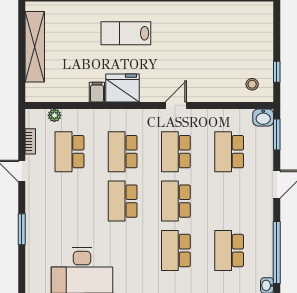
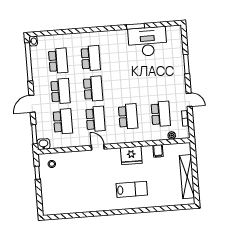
filing cabinet: (97, 92) -> (158, 151), moved
door: (176, 105) -> (98, 147), swing flipped
school desk: (123, 201) -> (60, 91), moved

